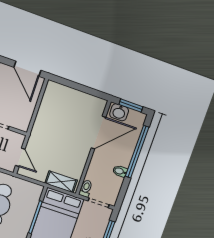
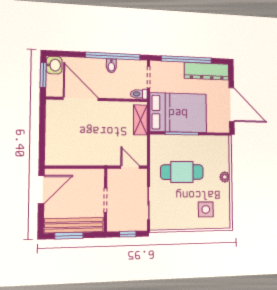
washbasin: (119, 112) -> (54, 65), moved
window: (137, 152) -> (113, 56), moved
door: (20, 157) -> (130, 167), hinge flipped

